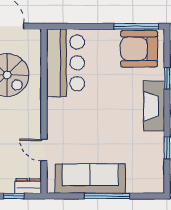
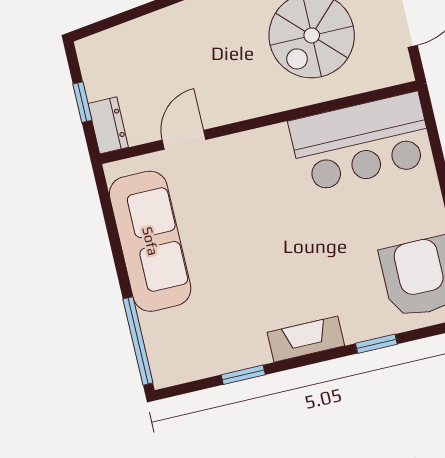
fireplace: (154, 106) -> (306, 339), width x0.73, depth x0.76
window: (107, 196) -> (138, 341), moved

